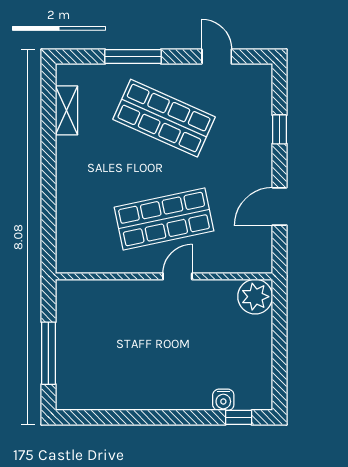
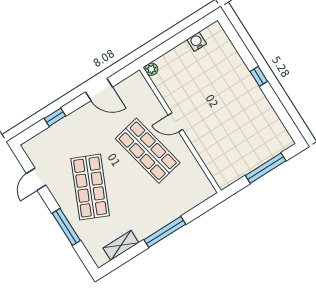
window: (48, 176) -> (165, 232), added
plant: (255, 297) -> (151, 69), width x0.53, depth x0.53
water cooler: (223, 400) -> (197, 42), moved, turned -90
window: (239, 417) -> (259, 76), moved

